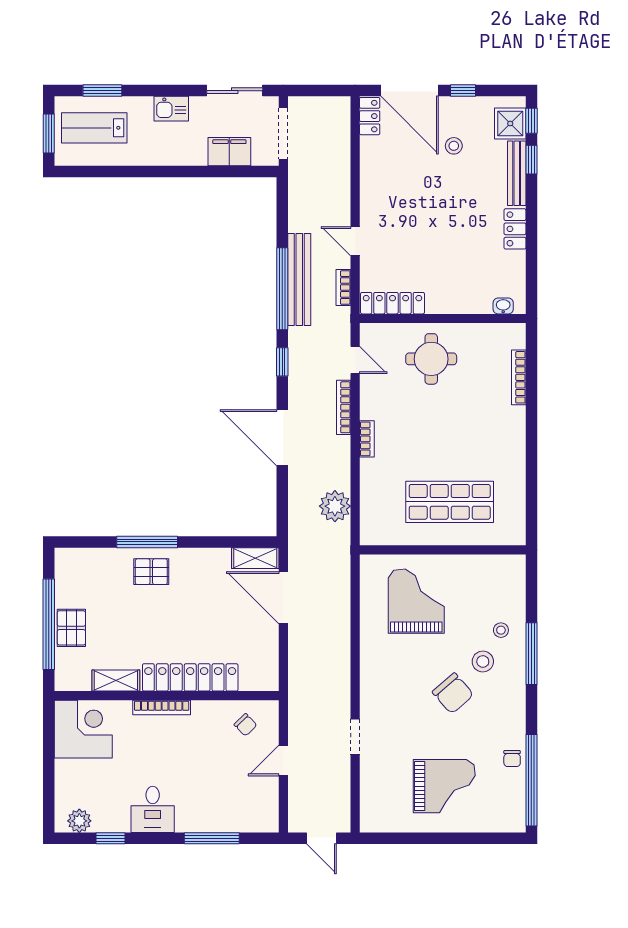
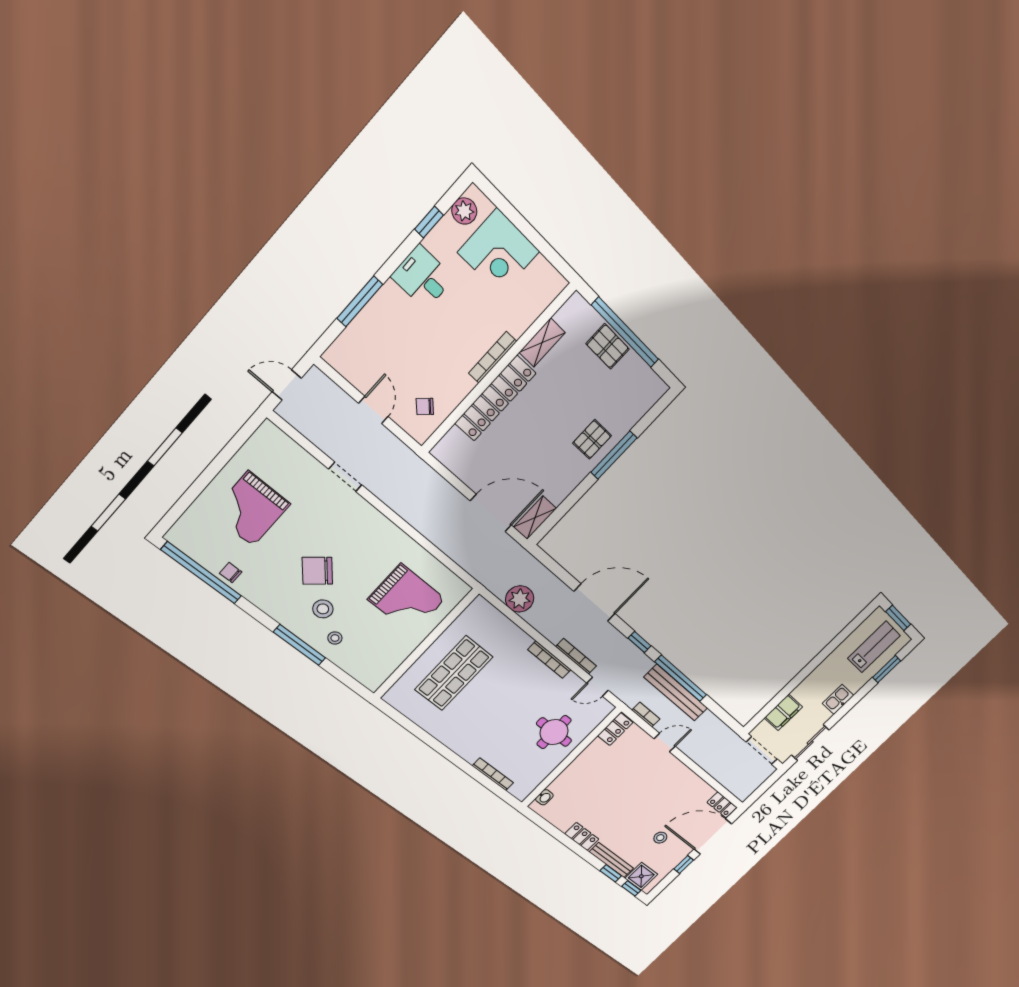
locker: (392, 303) -> (615, 729), width x0.66
bookcase: (367, 439) -> (549, 660), width x1.56
corner desk: (83, 729) -> (499, 252), moved

